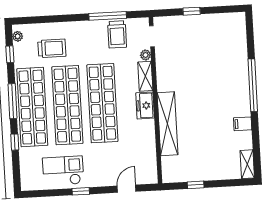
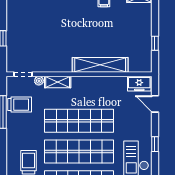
freezer: (145, 105) -> (139, 84), moved

